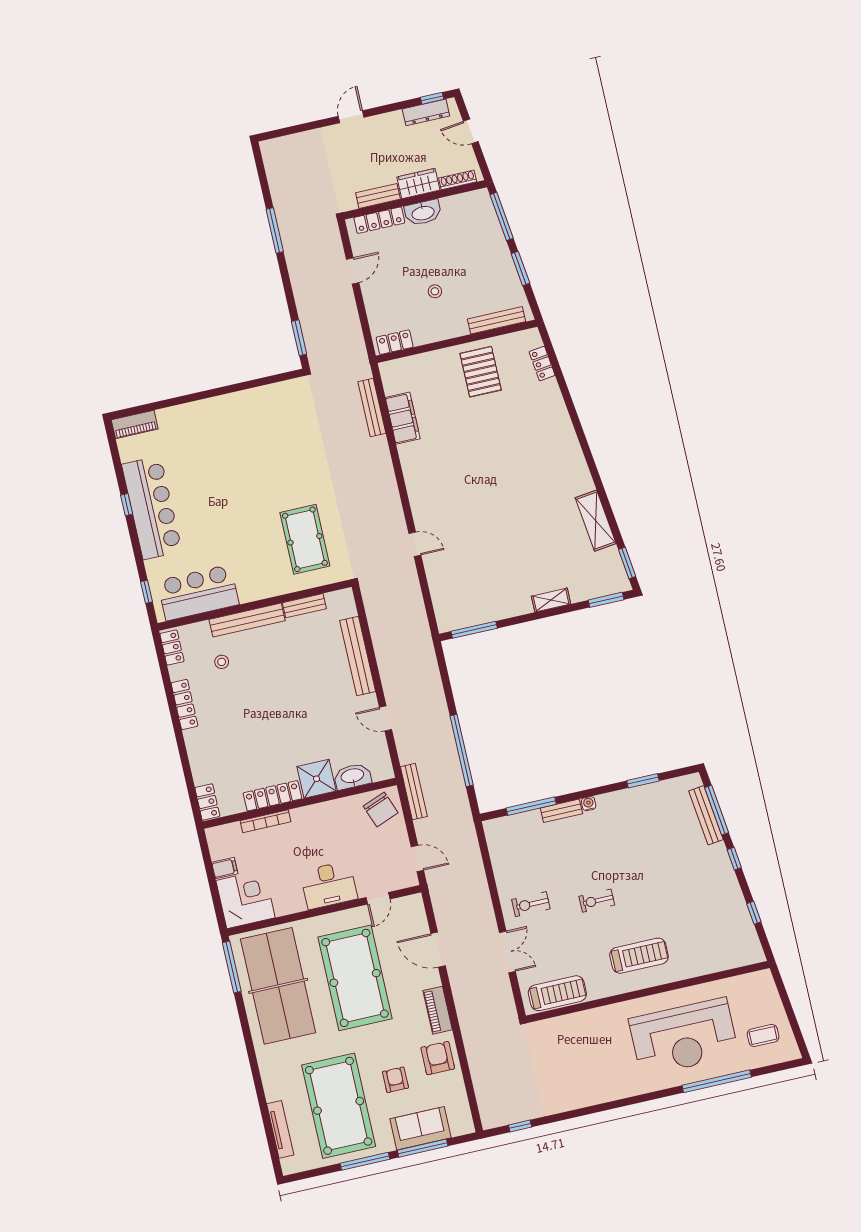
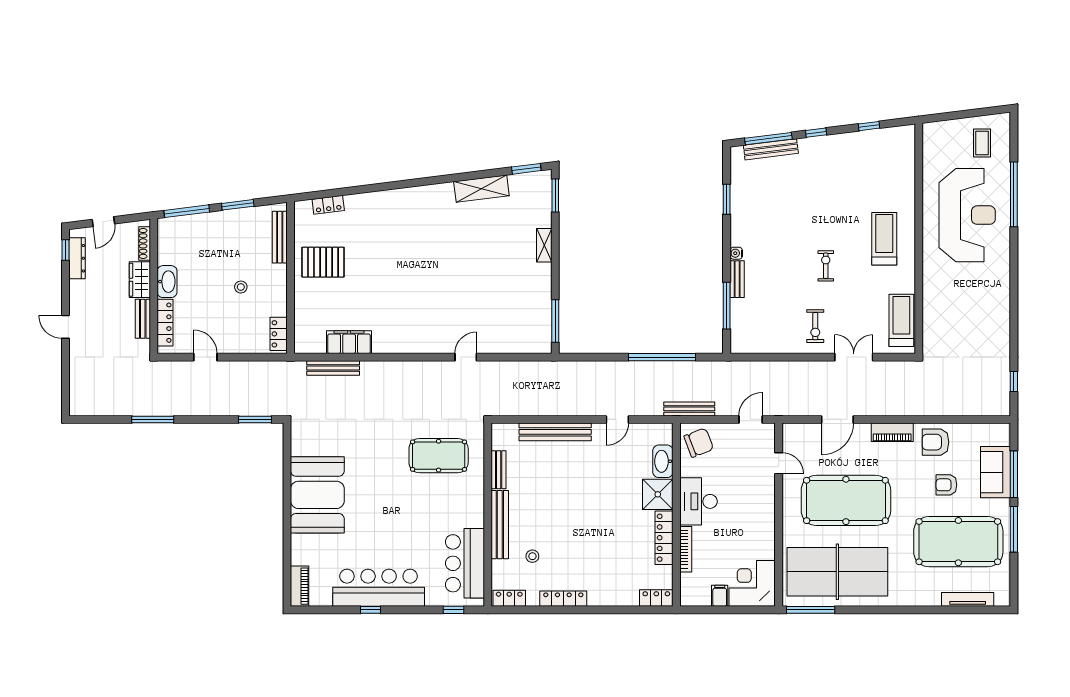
booth: (235, 421) -> (317, 495), added
desk: (329, 885) -> (698, 501), moved, turned 180
exercise bike: (597, 901) -> (826, 266), turned 180

